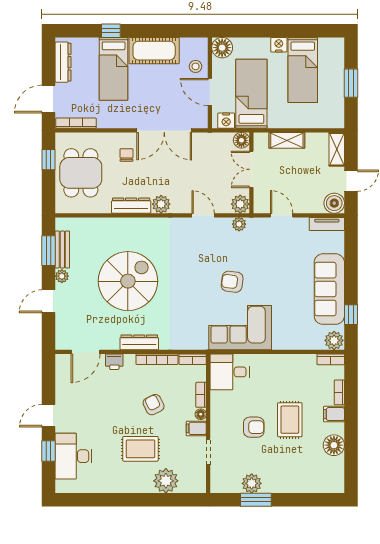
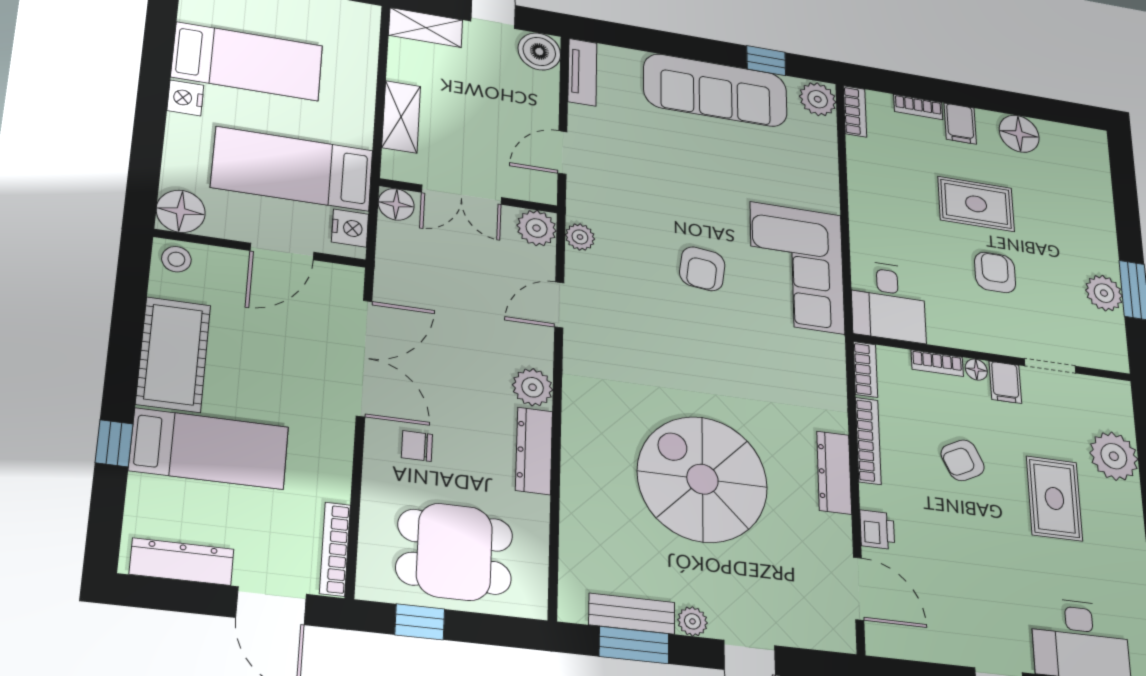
stool: (196, 66) -> (176, 259), moved

